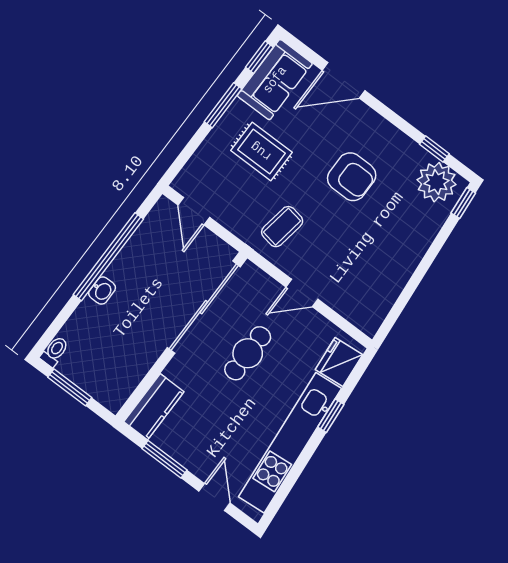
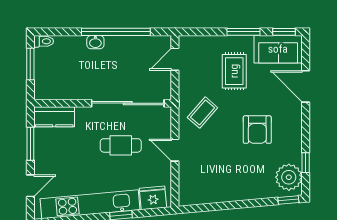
coffee table: (282, 227) -> (202, 113), turned -58

